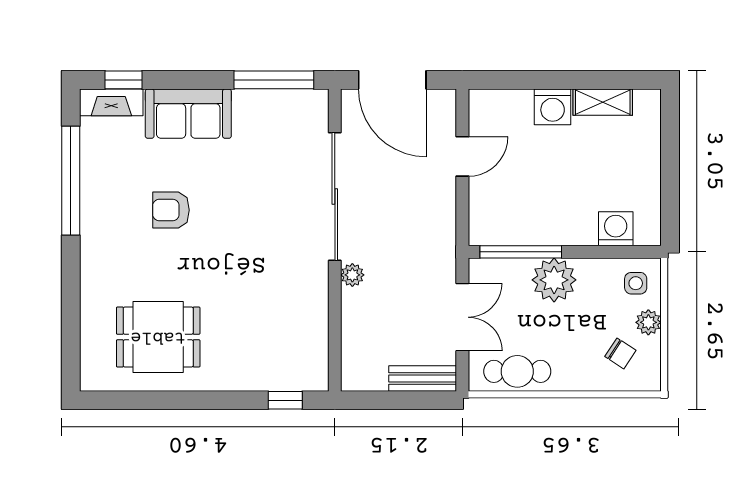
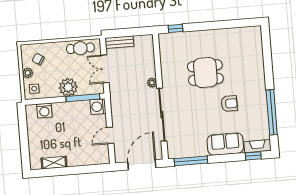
door: (392, 80) -> (142, 165), hinge flipped
washing machine: (553, 107) -> (98, 107), moved, turned -90
dining table: (158, 337) -> (205, 73), moved

